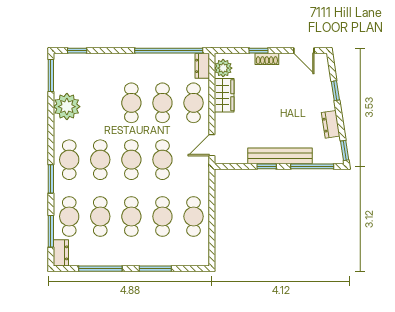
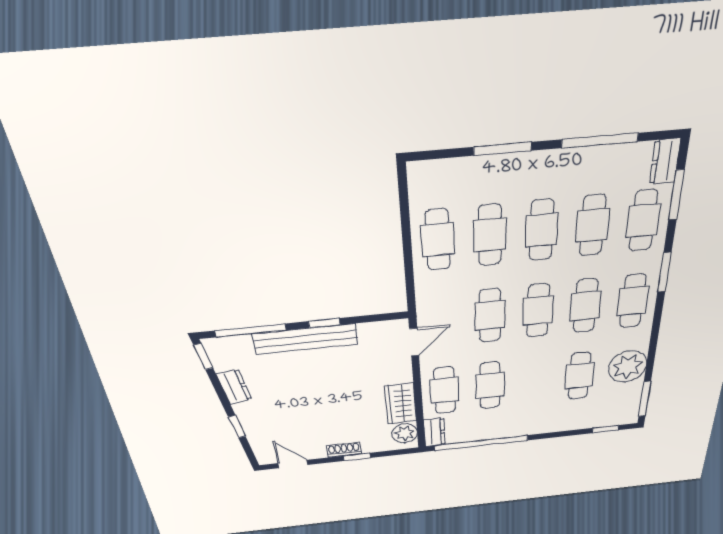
cafe table: (131, 103) -> (579, 376), moved

